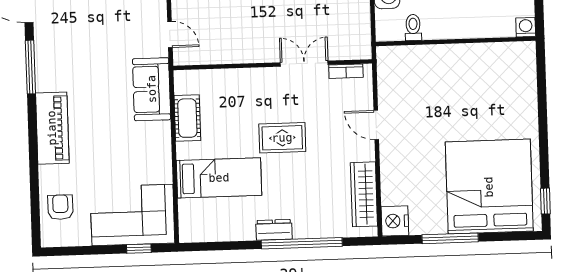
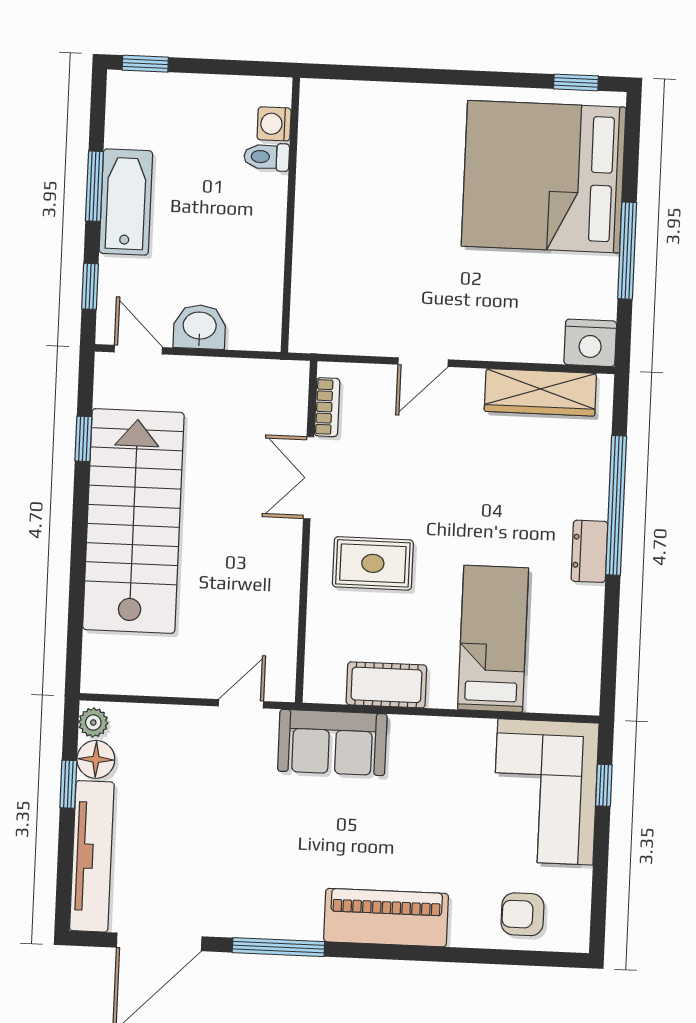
toilet: (413, 27) -> (267, 157), moved
washing machine: (526, 27) -> (274, 124), moved
rug: (282, 138) -> (373, 563), moved, turned 90

